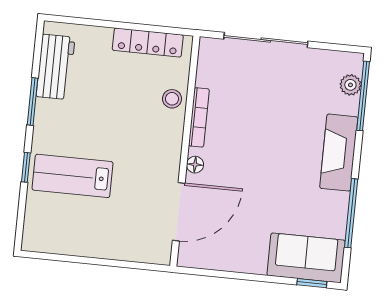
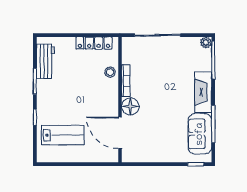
plant: (350, 85) -> (206, 43), moved
floor lamp: (195, 165) -> (130, 106), width x1.89, depth x1.89
lab bench: (73, 176) -> (63, 135), moved, turned 180
door: (179, 212) -> (120, 133), swing flipped
sofa: (306, 258) -> (200, 134), moved, turned -90

